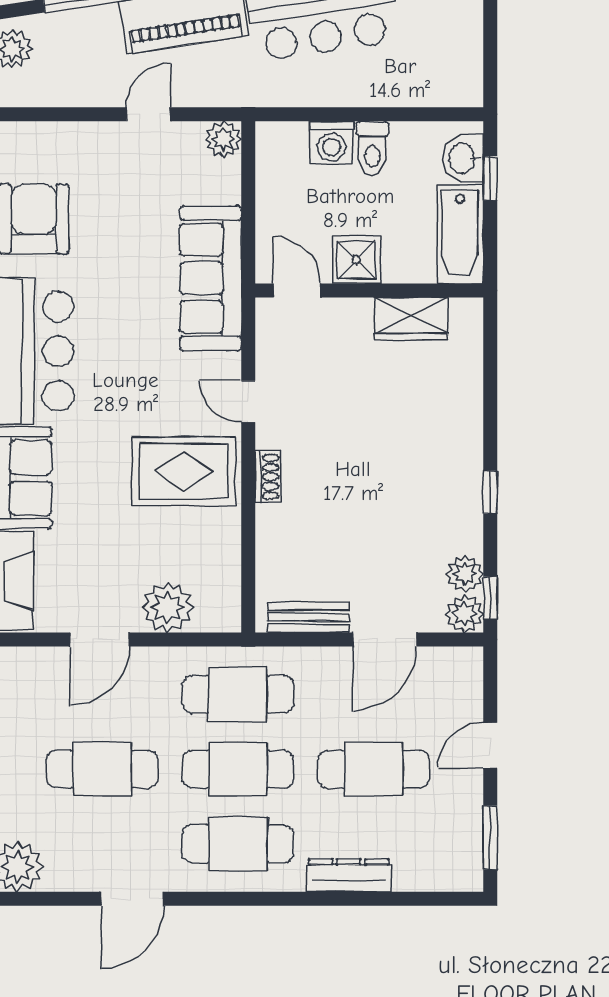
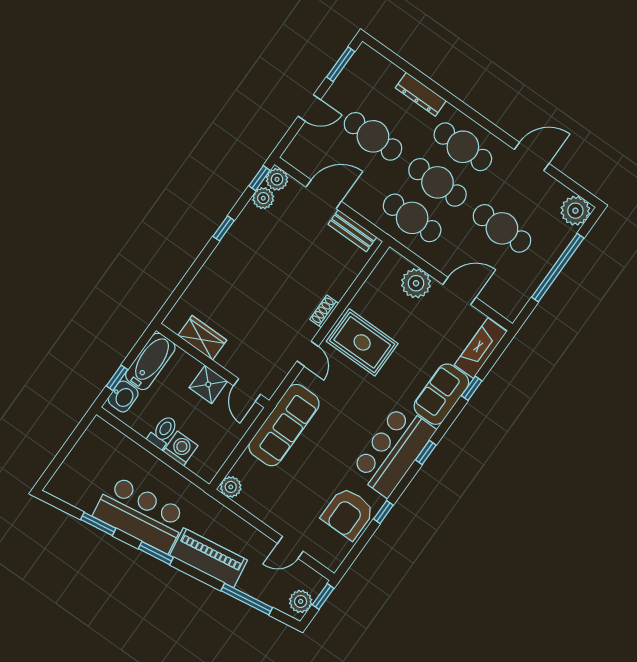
door: (148, 114) -> (290, 547), moved

